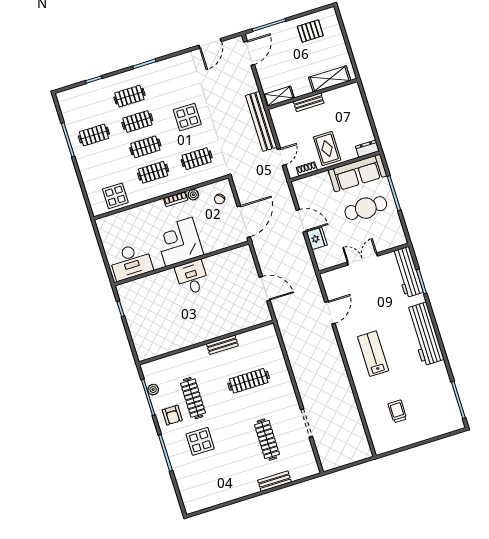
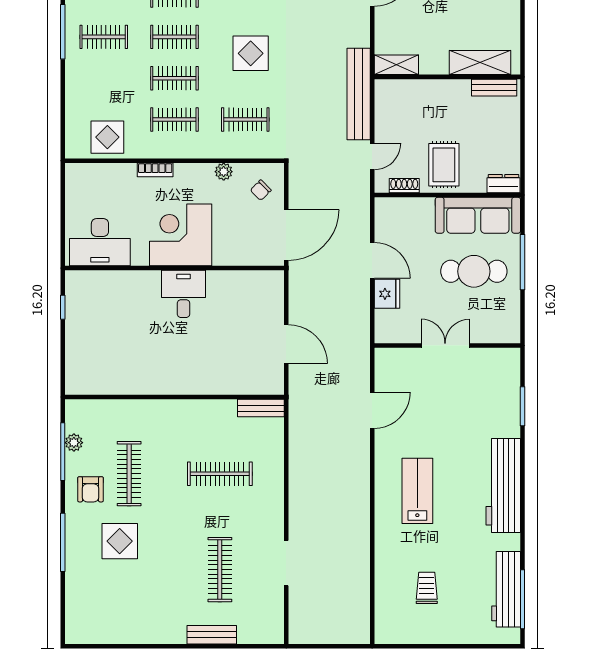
bench: (309, 102) -> (494, 88), moved
bookcase: (176, 199) -> (155, 170), moved
workbench: (407, 272) -> (506, 589), moved
bench: (222, 345) -> (261, 408), moved

